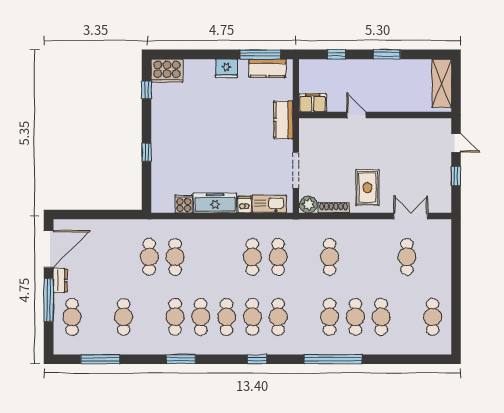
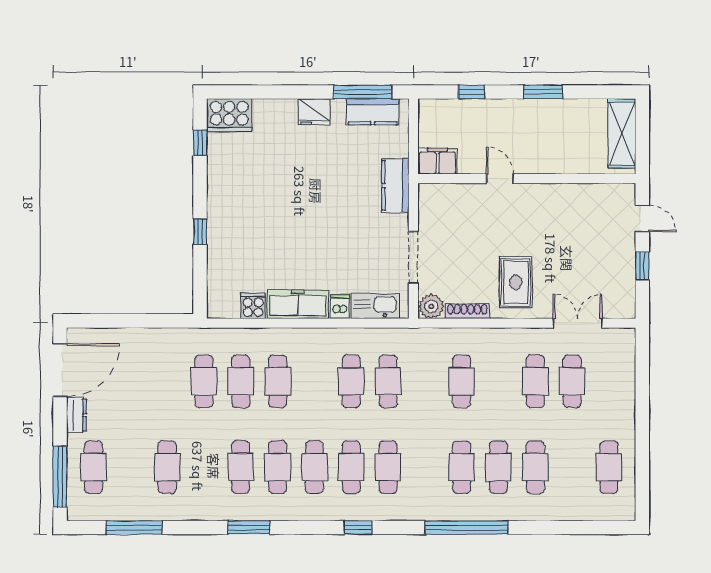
cafe table: (201, 257) -> (278, 381), added
cafe table: (381, 257) -> (535, 381), added
window: (49, 300) -> (60, 477), moved

